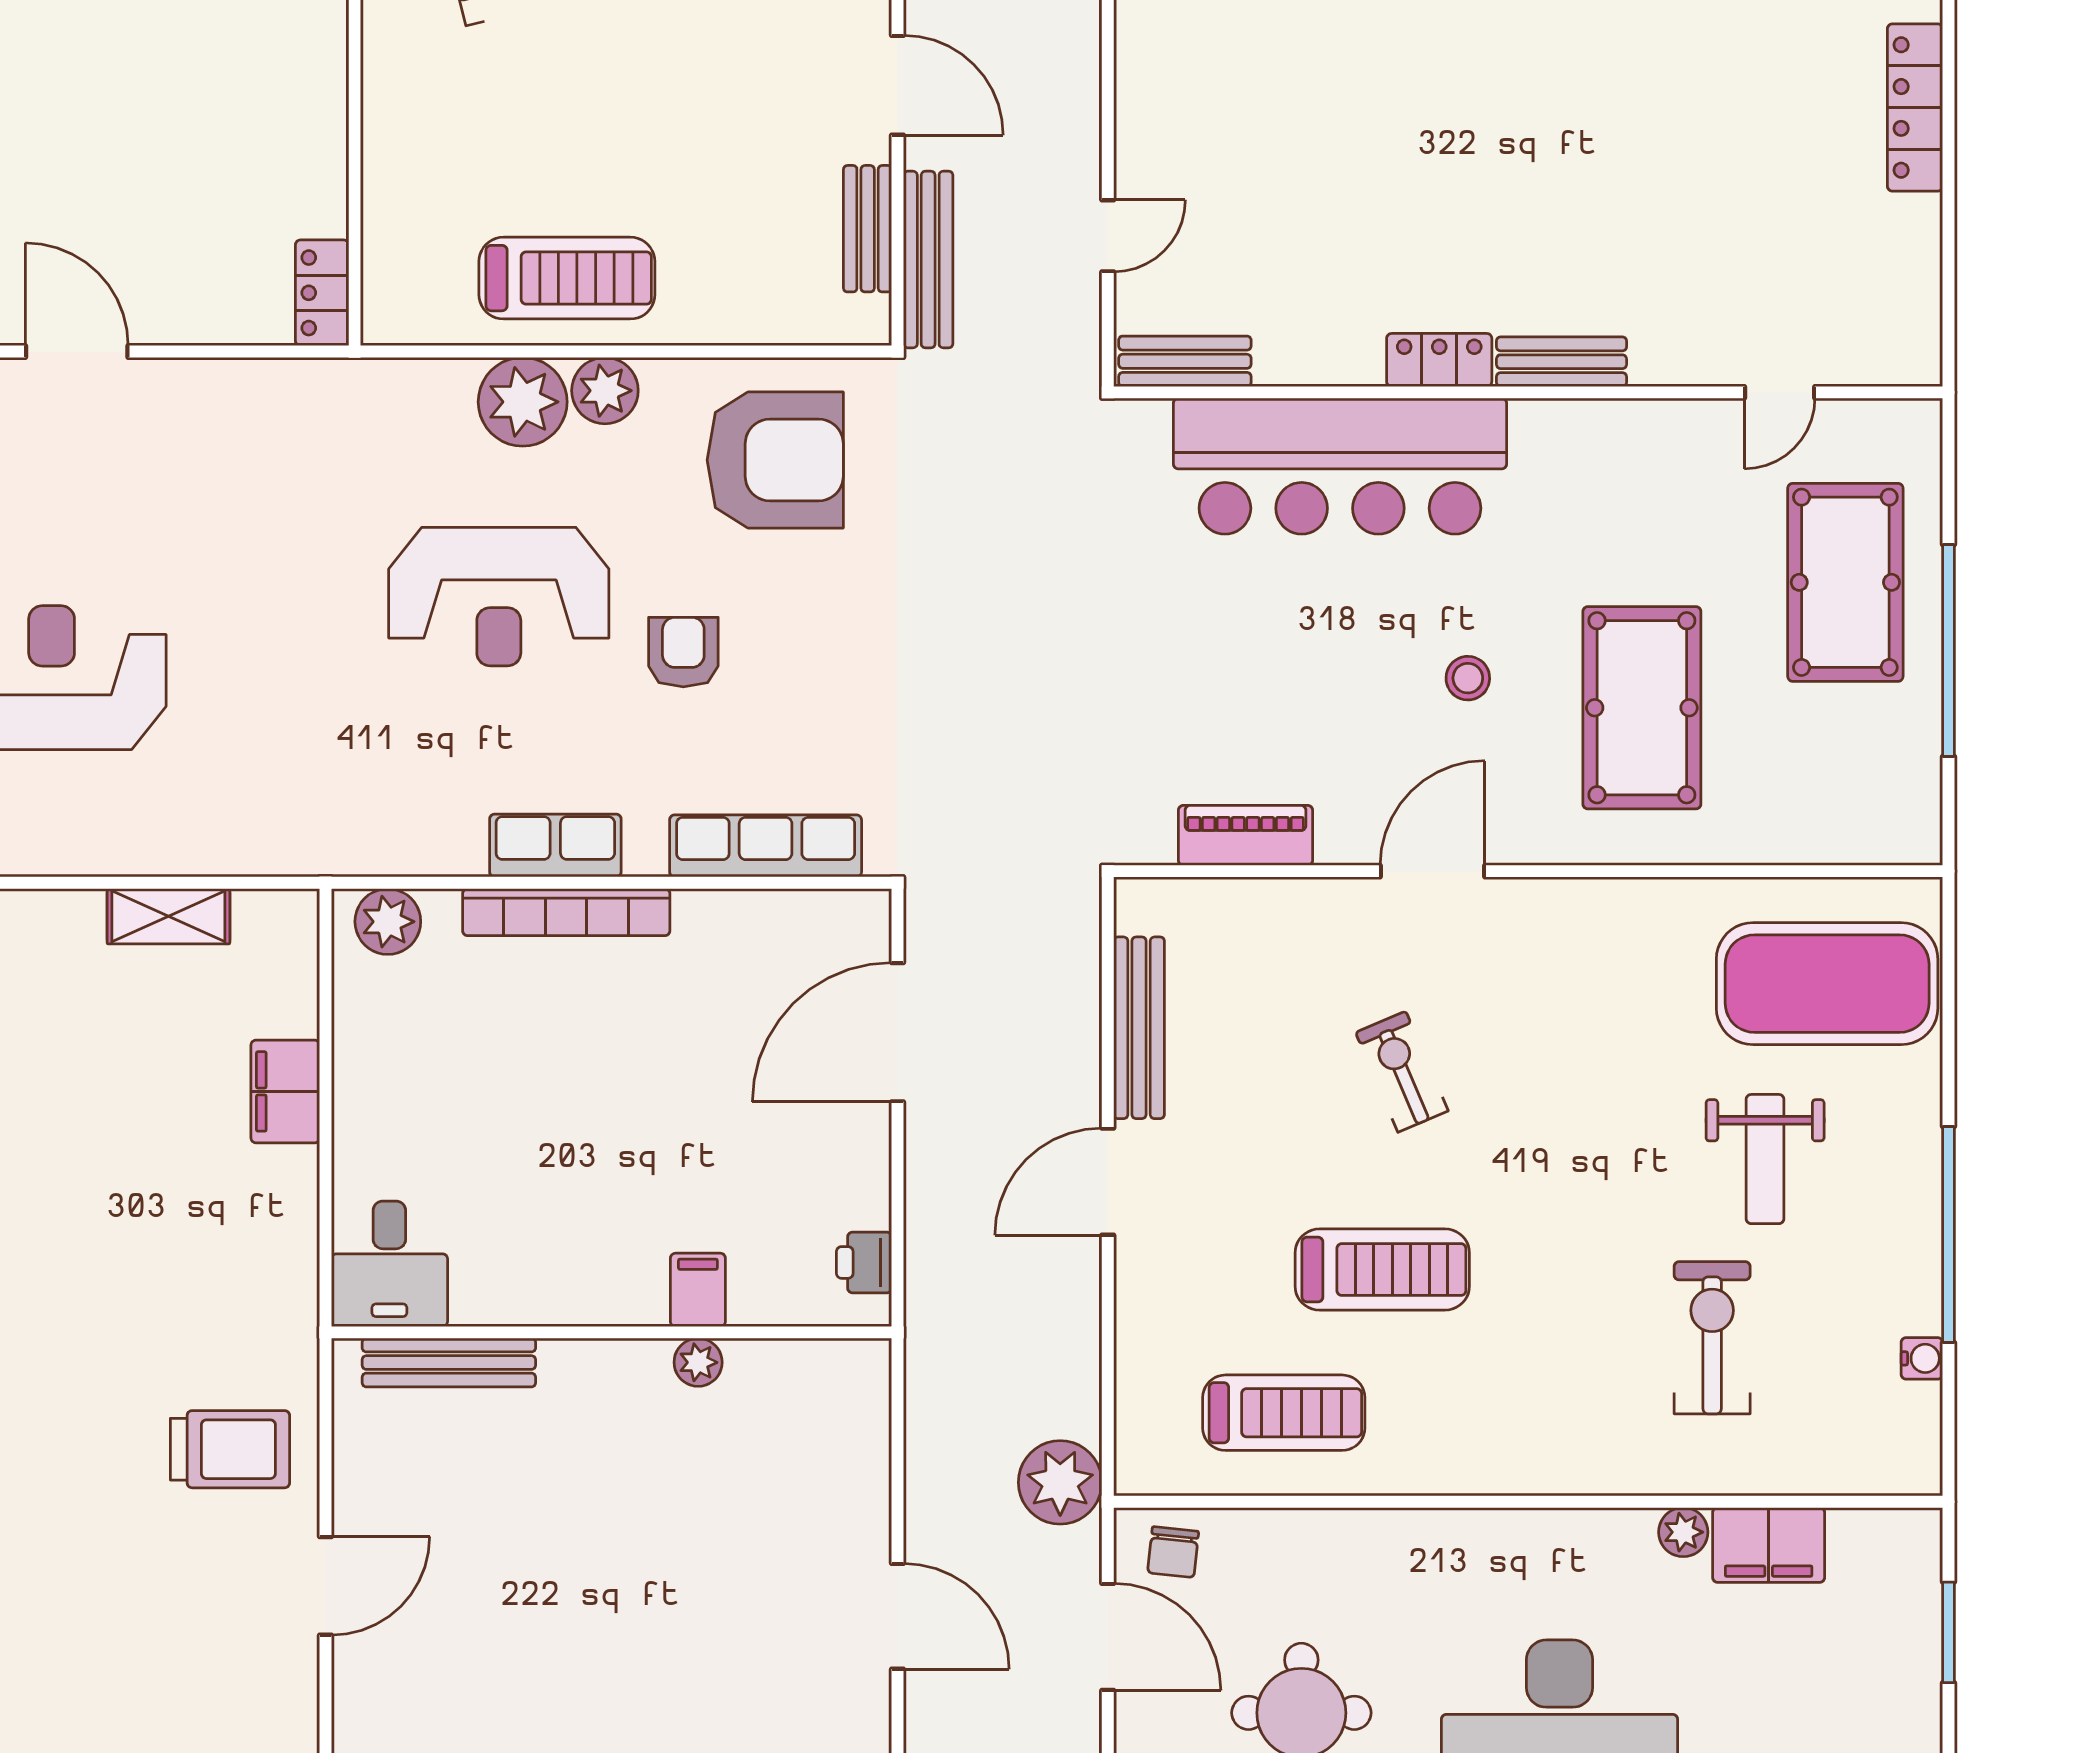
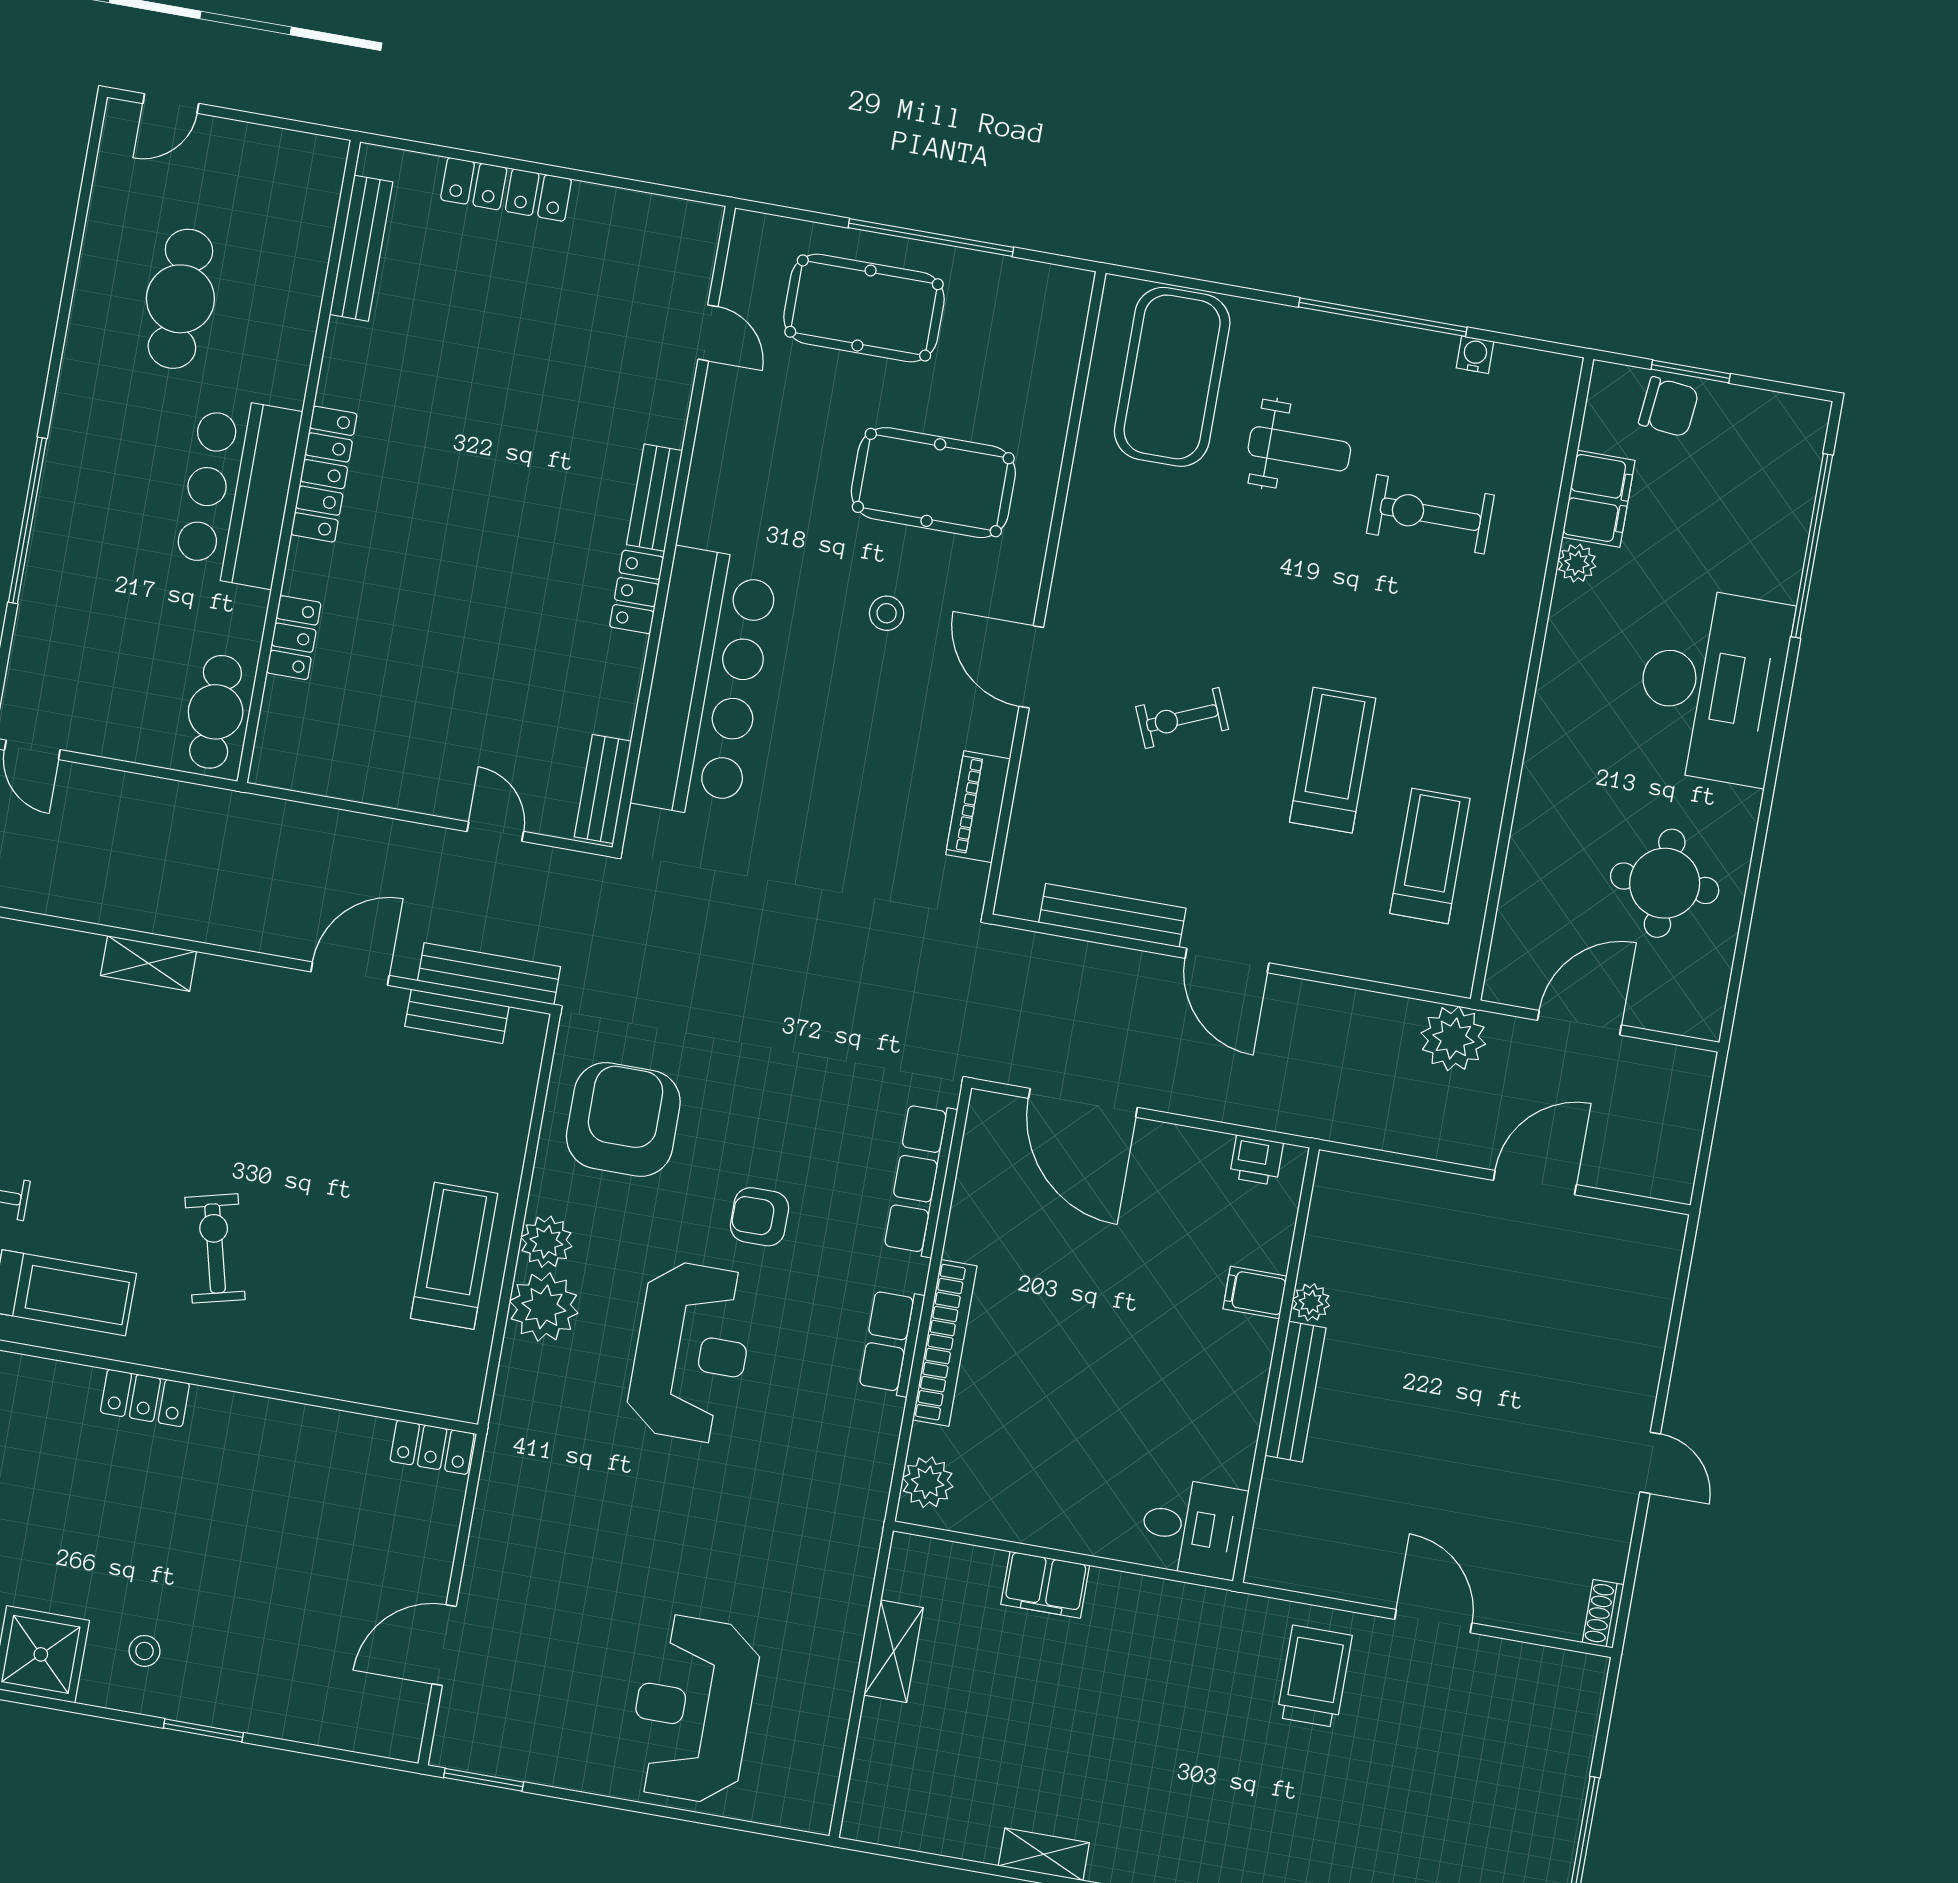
bench: (449, 1363) -> (1295, 1392), moved
chair: (1173, 1552) -> (1669, 407), moved, width x1.37, depth x1.37

